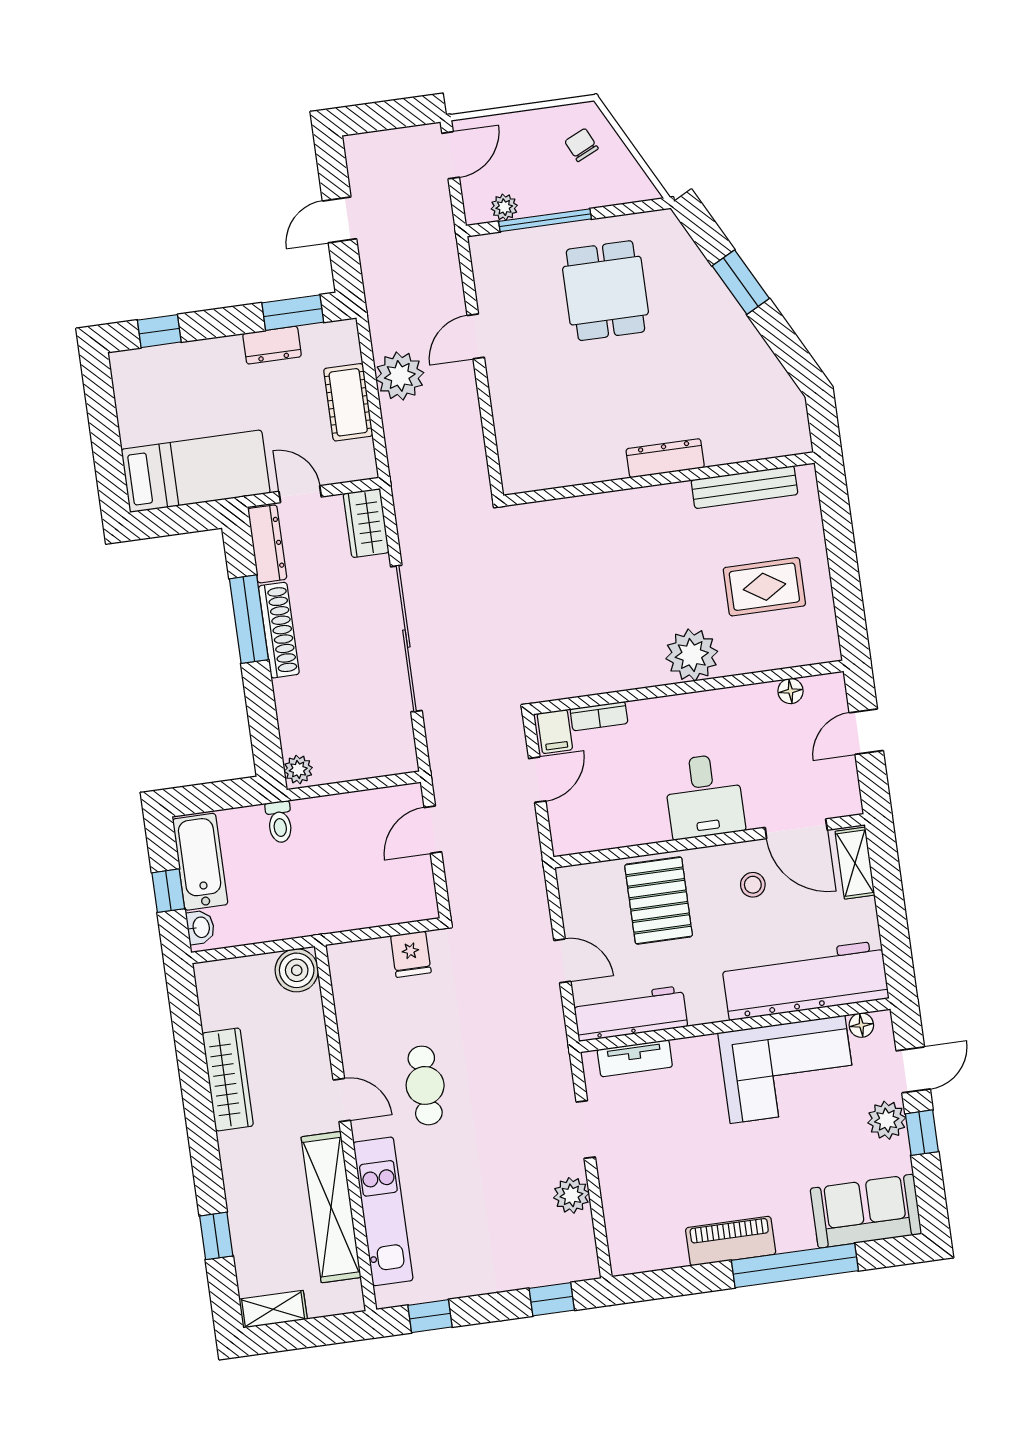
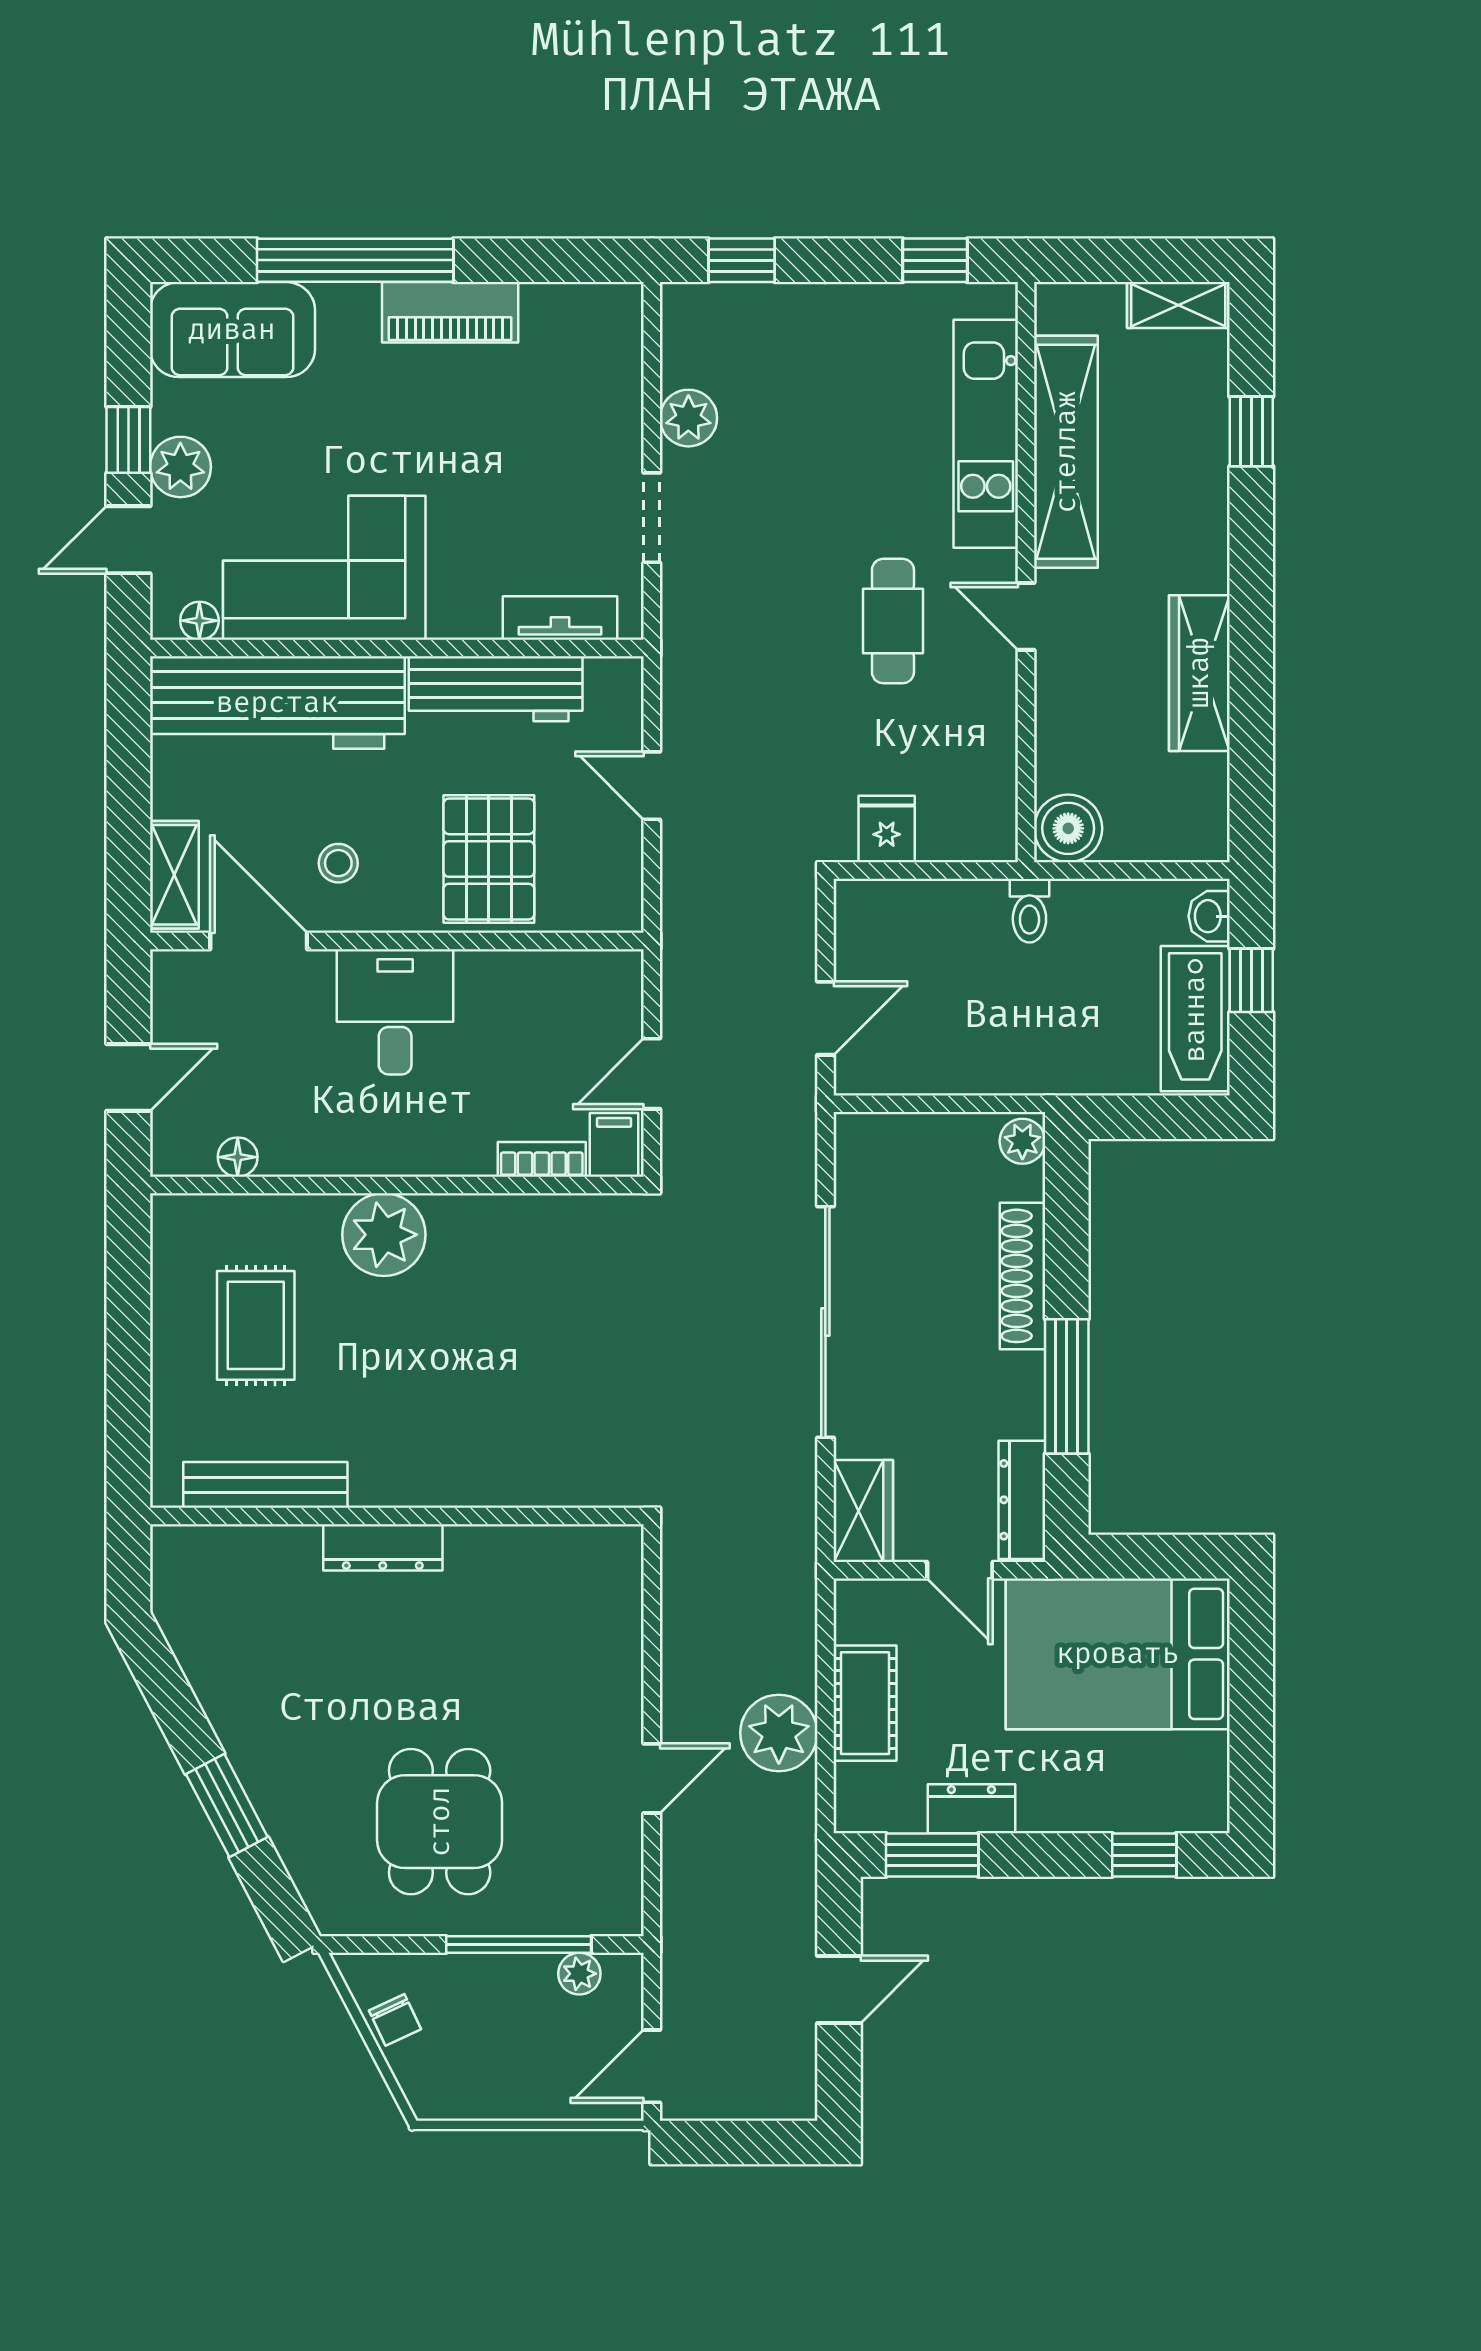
chair: (581, 145) -> (395, 2020), moved
bed: (196, 471) -> (1118, 1654), width x1.50
rug: (764, 587) -> (256, 1325), turned 90
shoe rack: (279, 630) -> (1022, 1276), moved
toilet: (279, 822) -> (1029, 911), moved, turned 180
workbench: (630, 1014) -> (496, 689), moved

